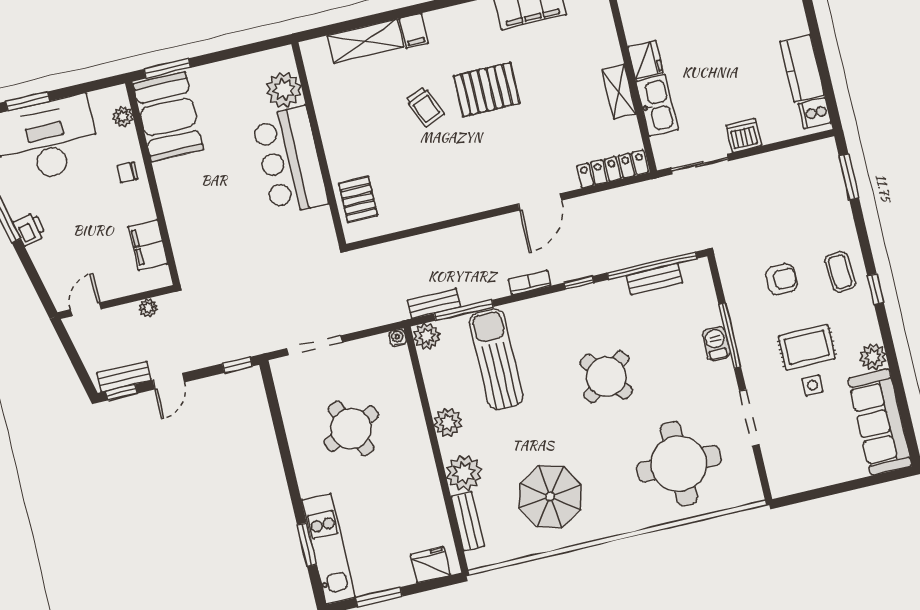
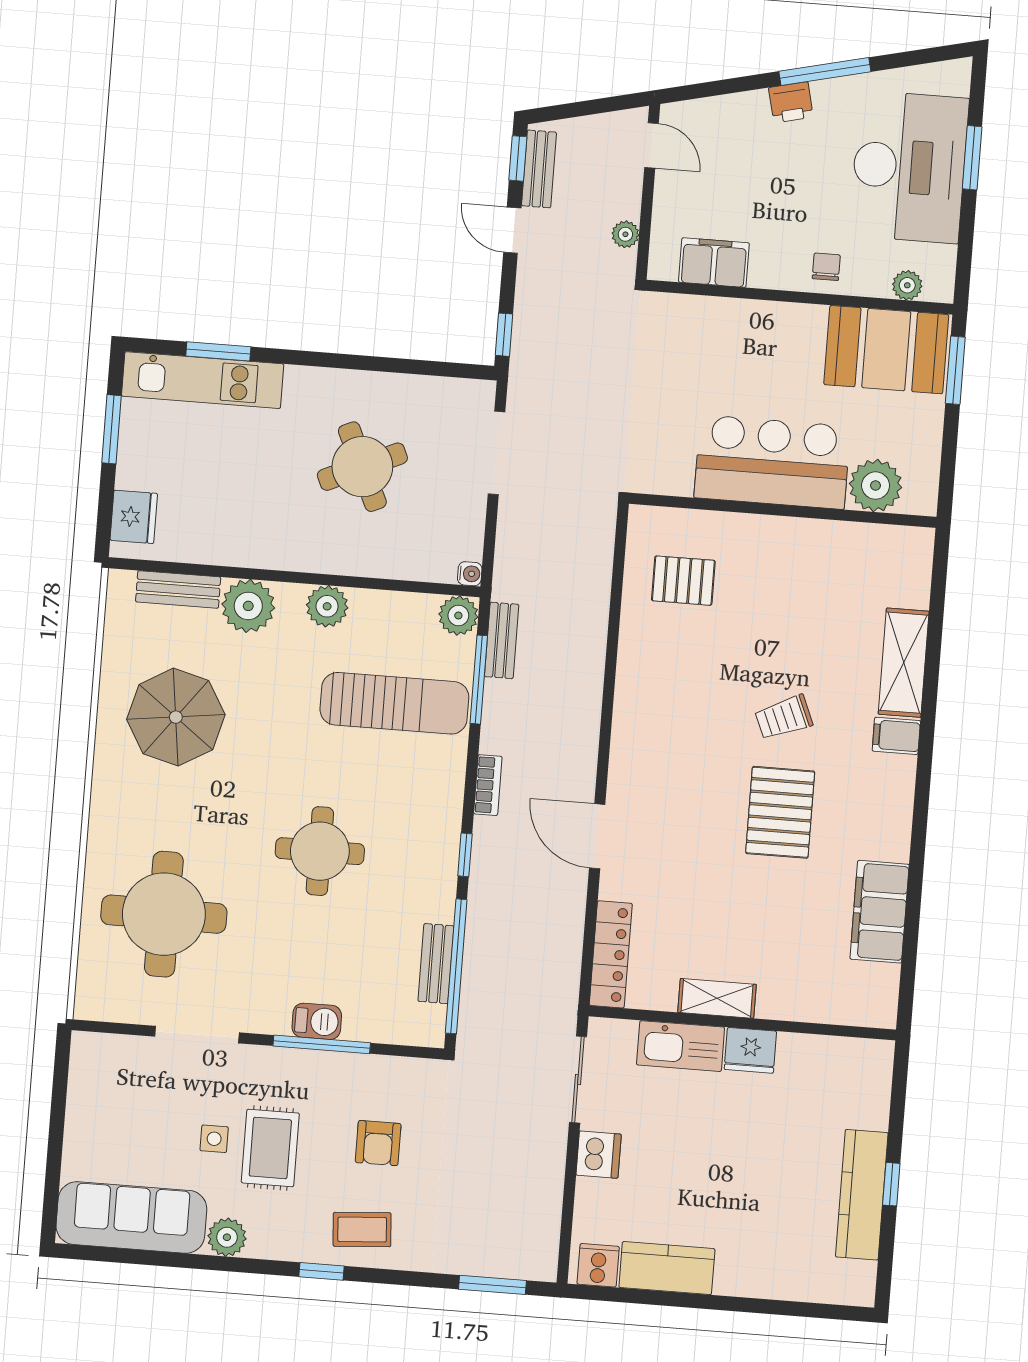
plant: (284, 90) -> (876, 486), moved
wall: (319, 144) -> (783, 510), moved
bar counter: (290, 161) -> (772, 462), moved
round table: (606, 377) -> (320, 851), turned 38

